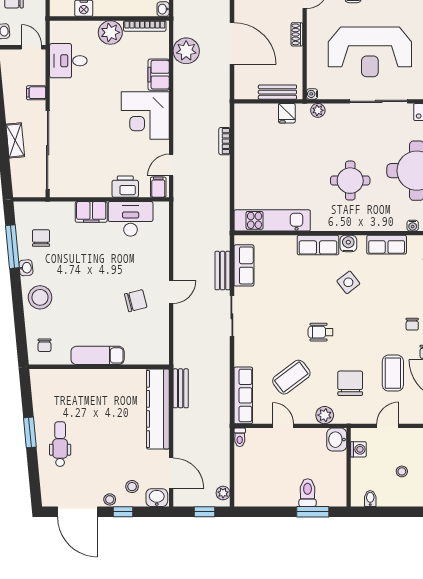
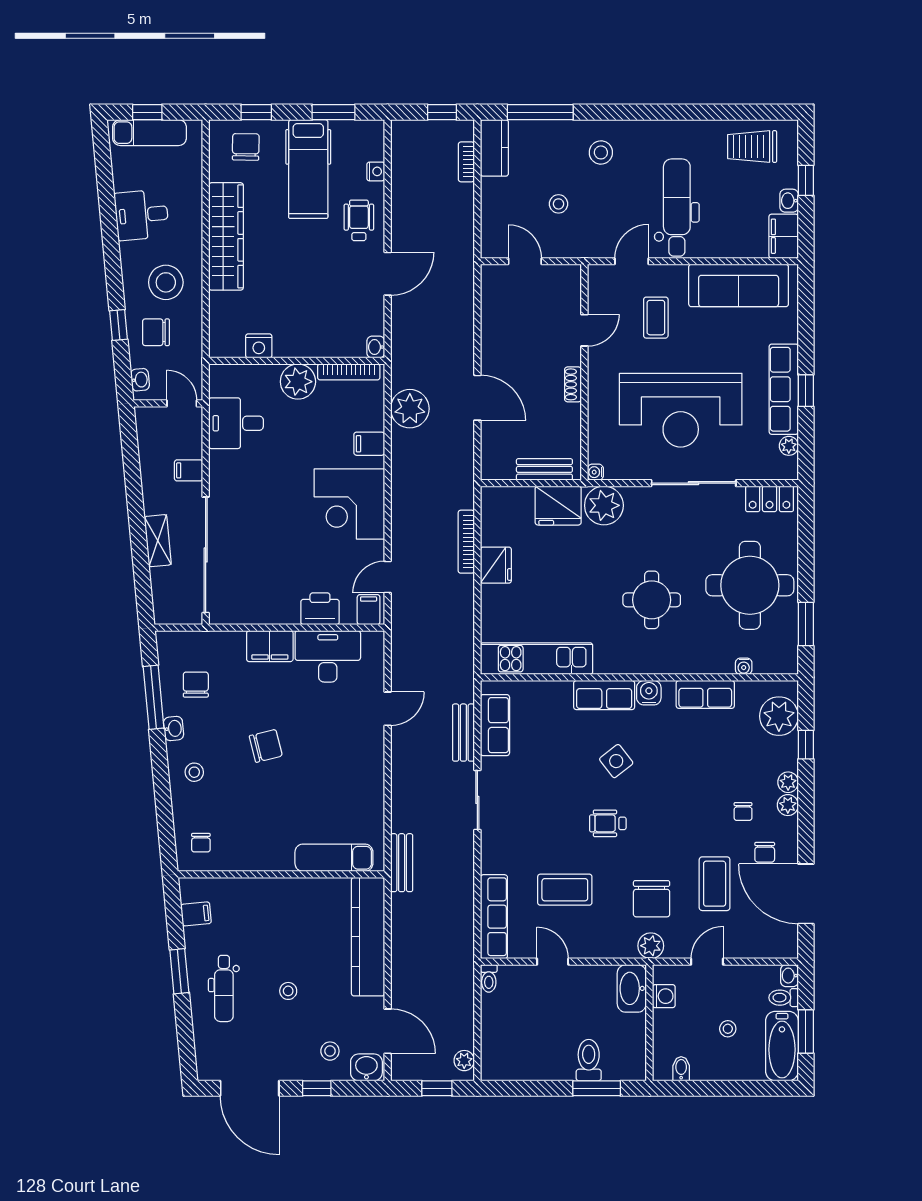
door: (232, 43) -> (477, 398), width x0.73
filing cabinet: (159, 75) -> (369, 444), width x0.50
plant: (318, 110) -> (604, 505), width x1.87, depth x1.87
fridge: (287, 113) -> (558, 506), width x1.88, depth x1.34
bookcase: (224, 141) -> (466, 542), width x1.56
fridge: (245, 157) -> (496, 565), added
side table: (348, 282) -> (616, 761), moved
door: (171, 292) -> (388, 709), moved
stool: (40, 297) -> (194, 772), width x0.53, depth x0.53
chair: (136, 301) -> (266, 746), moved
exam couch: (98, 355) -> (334, 858), moved
coffee table: (291, 377) -> (565, 890), turned 37
chair: (350, 383) -> (652, 899), turned 180
bench: (181, 388) -> (402, 863), moved
filing cabinet: (41, 394) -> (196, 914), added
plant: (325, 415) -> (651, 946), moved
washbasin: (337, 440) -> (632, 988), width x1.38
dental chair: (60, 444) -> (224, 988), turned 180
stool: (110, 499) -> (288, 991), moved

